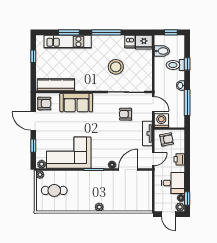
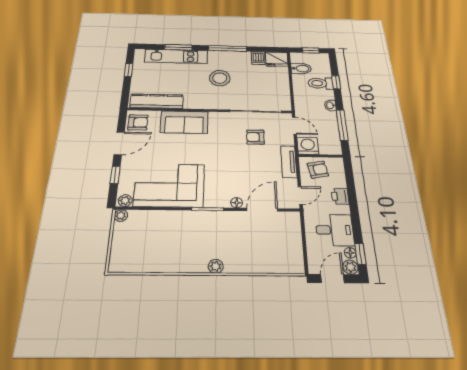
stool: (116, 67) -> (220, 78), moved
door: (33, 121) -> (119, 143), swing flipped
cafe table: (54, 190) -> (142, 239), removed
door: (168, 214) -> (332, 279), swing flipped

